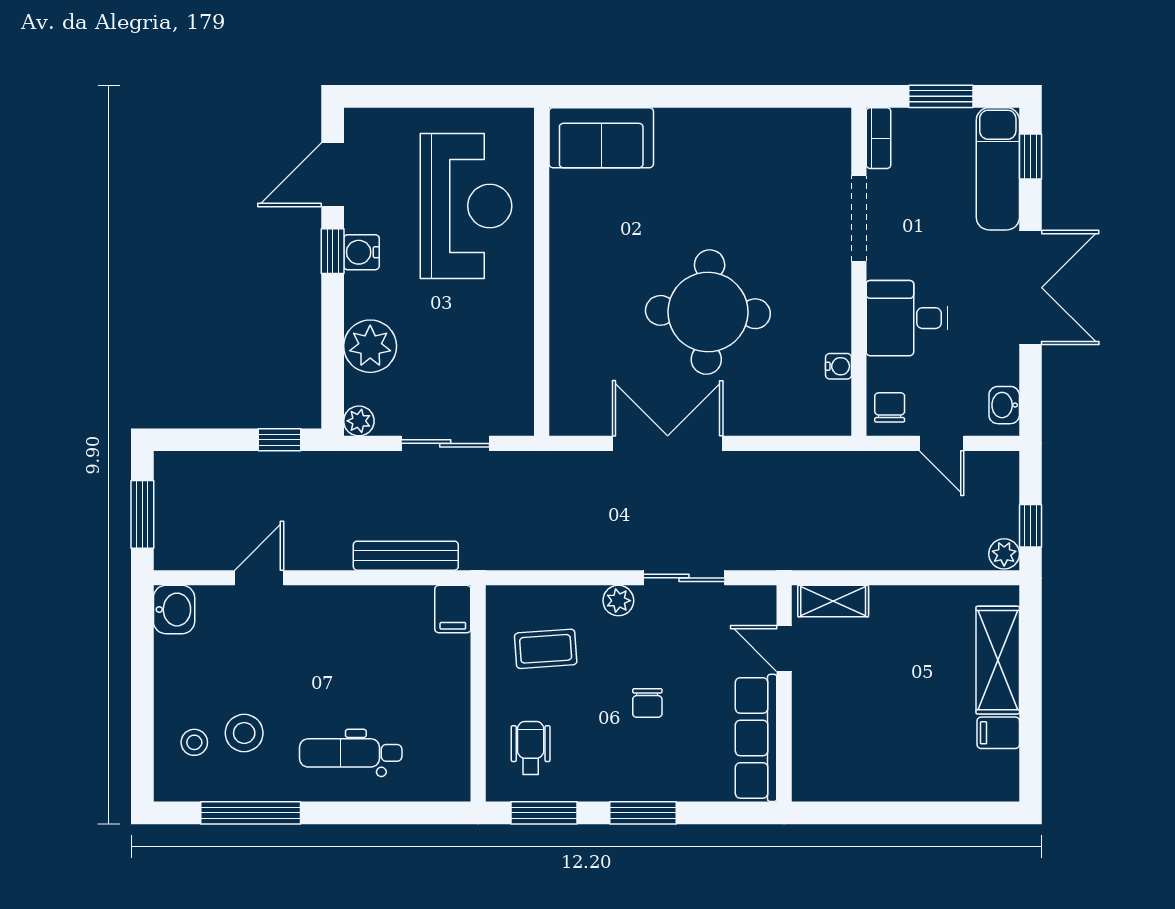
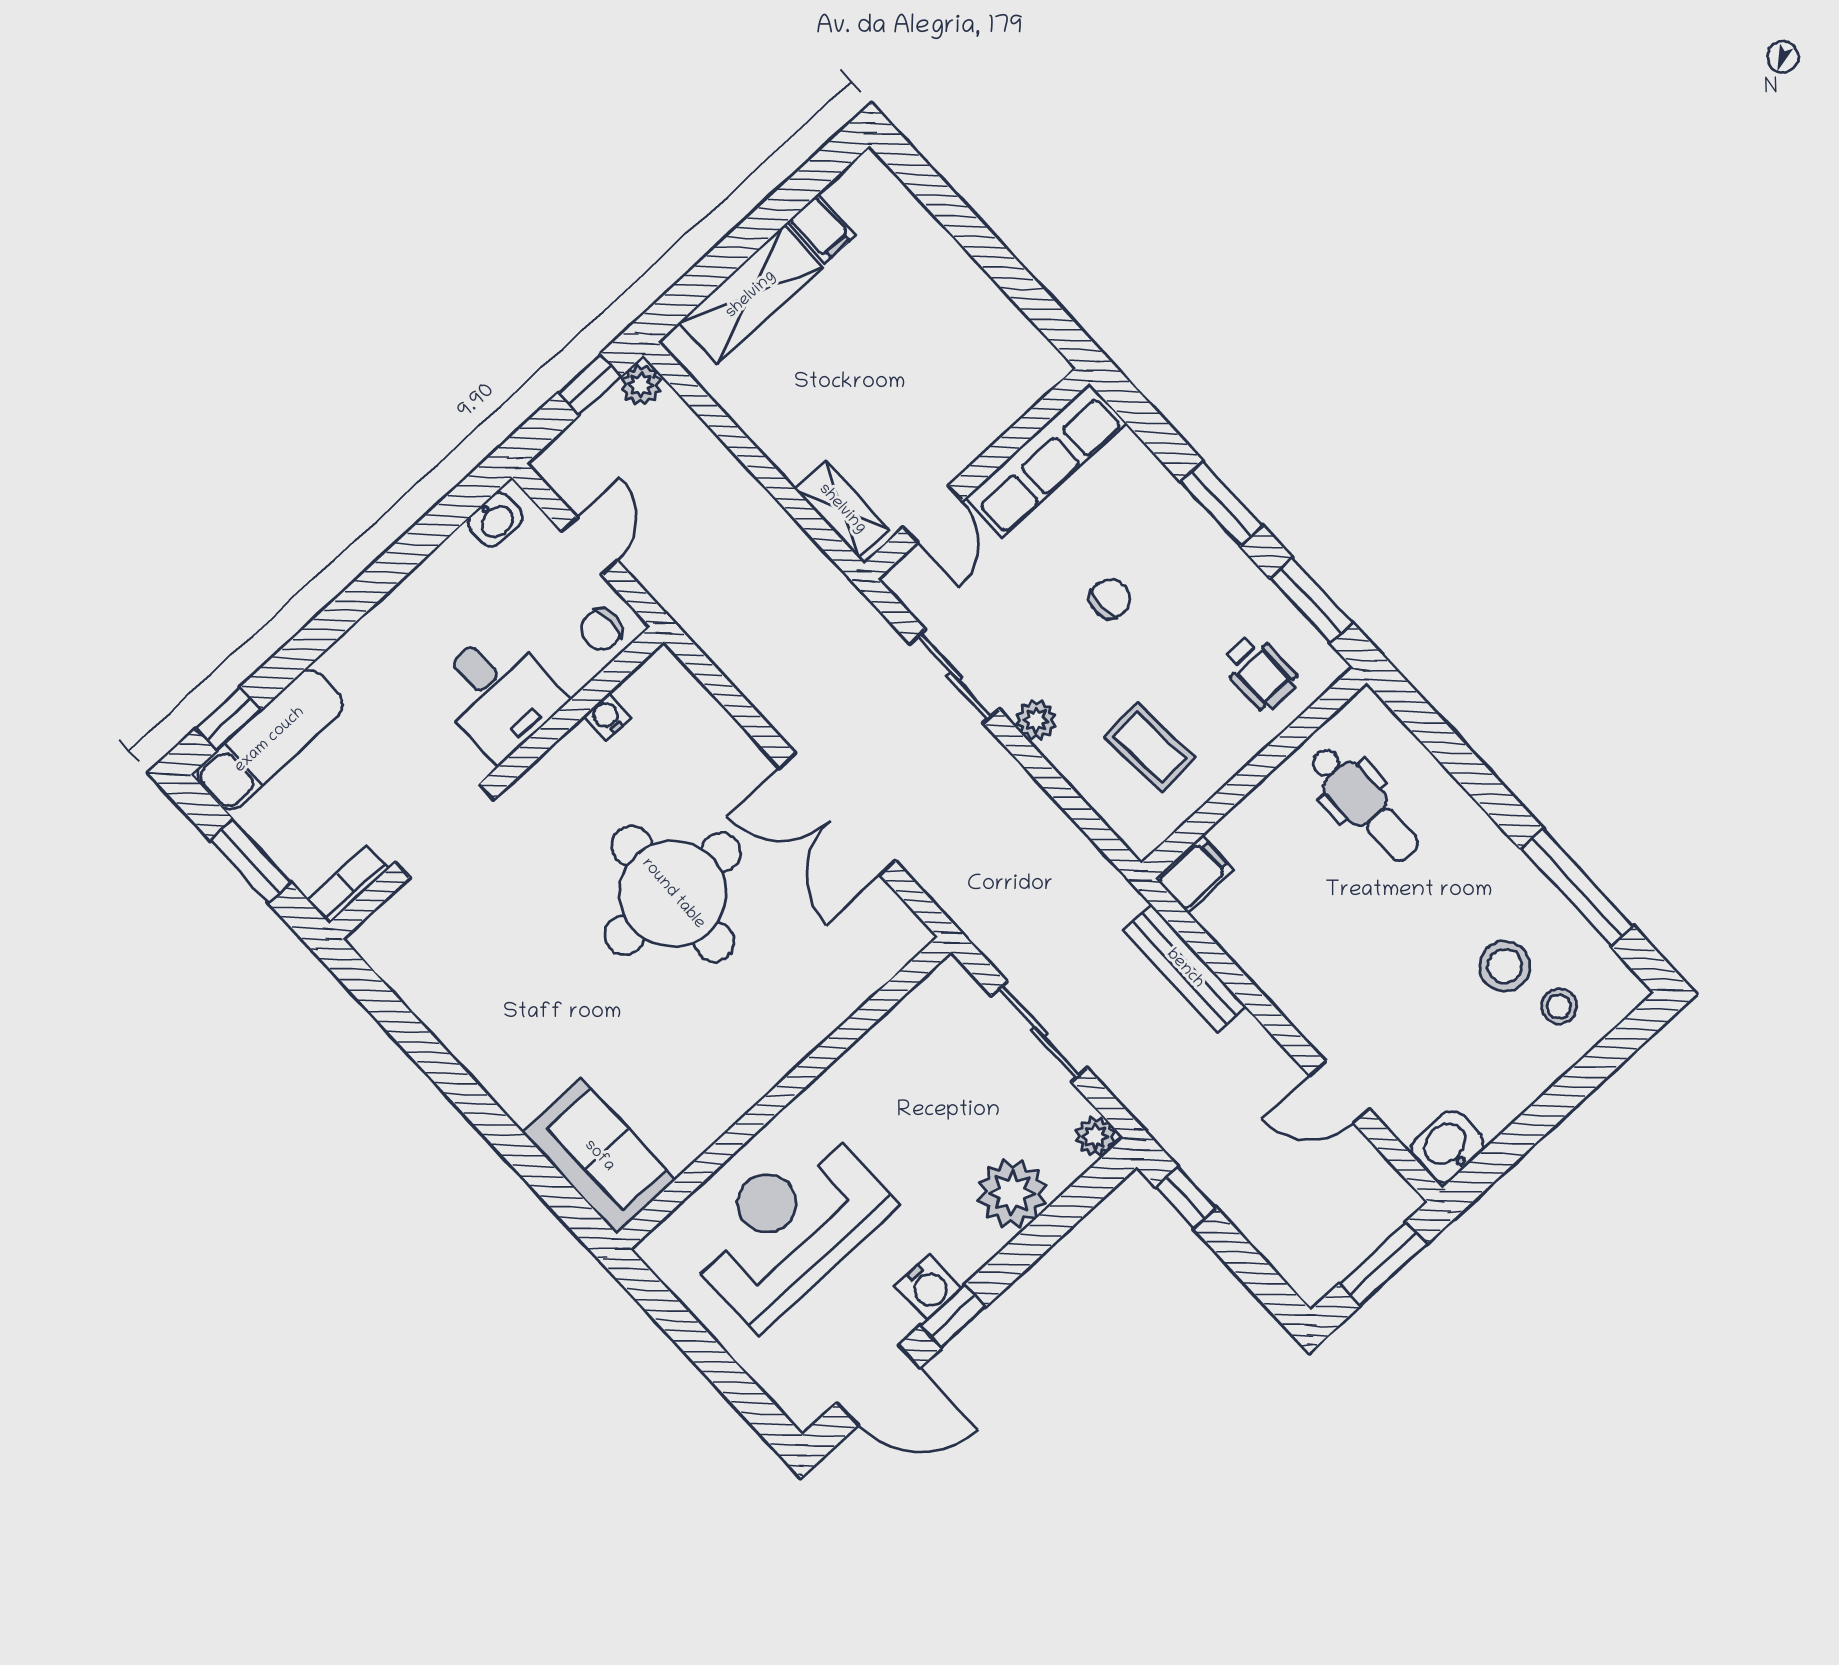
double door: (1030, 288) -> (356, 600), removed
wheelchair: (531, 748) -> (1260, 672), turned -90
dental chair: (351, 753) -> (1364, 804), moved

